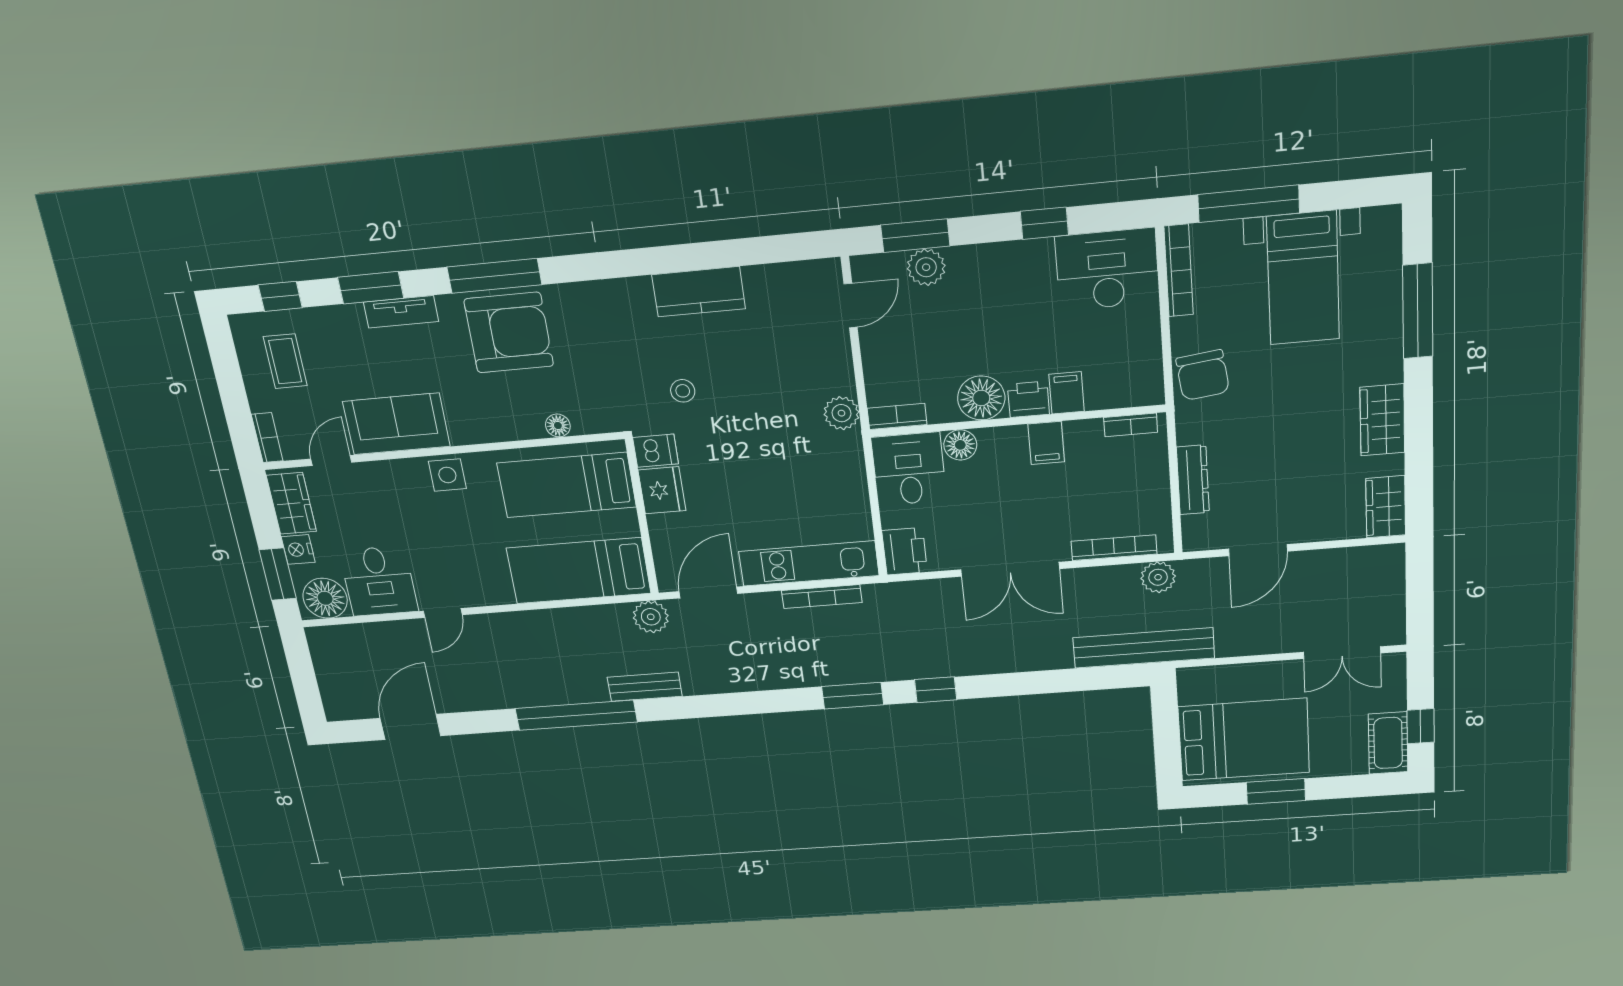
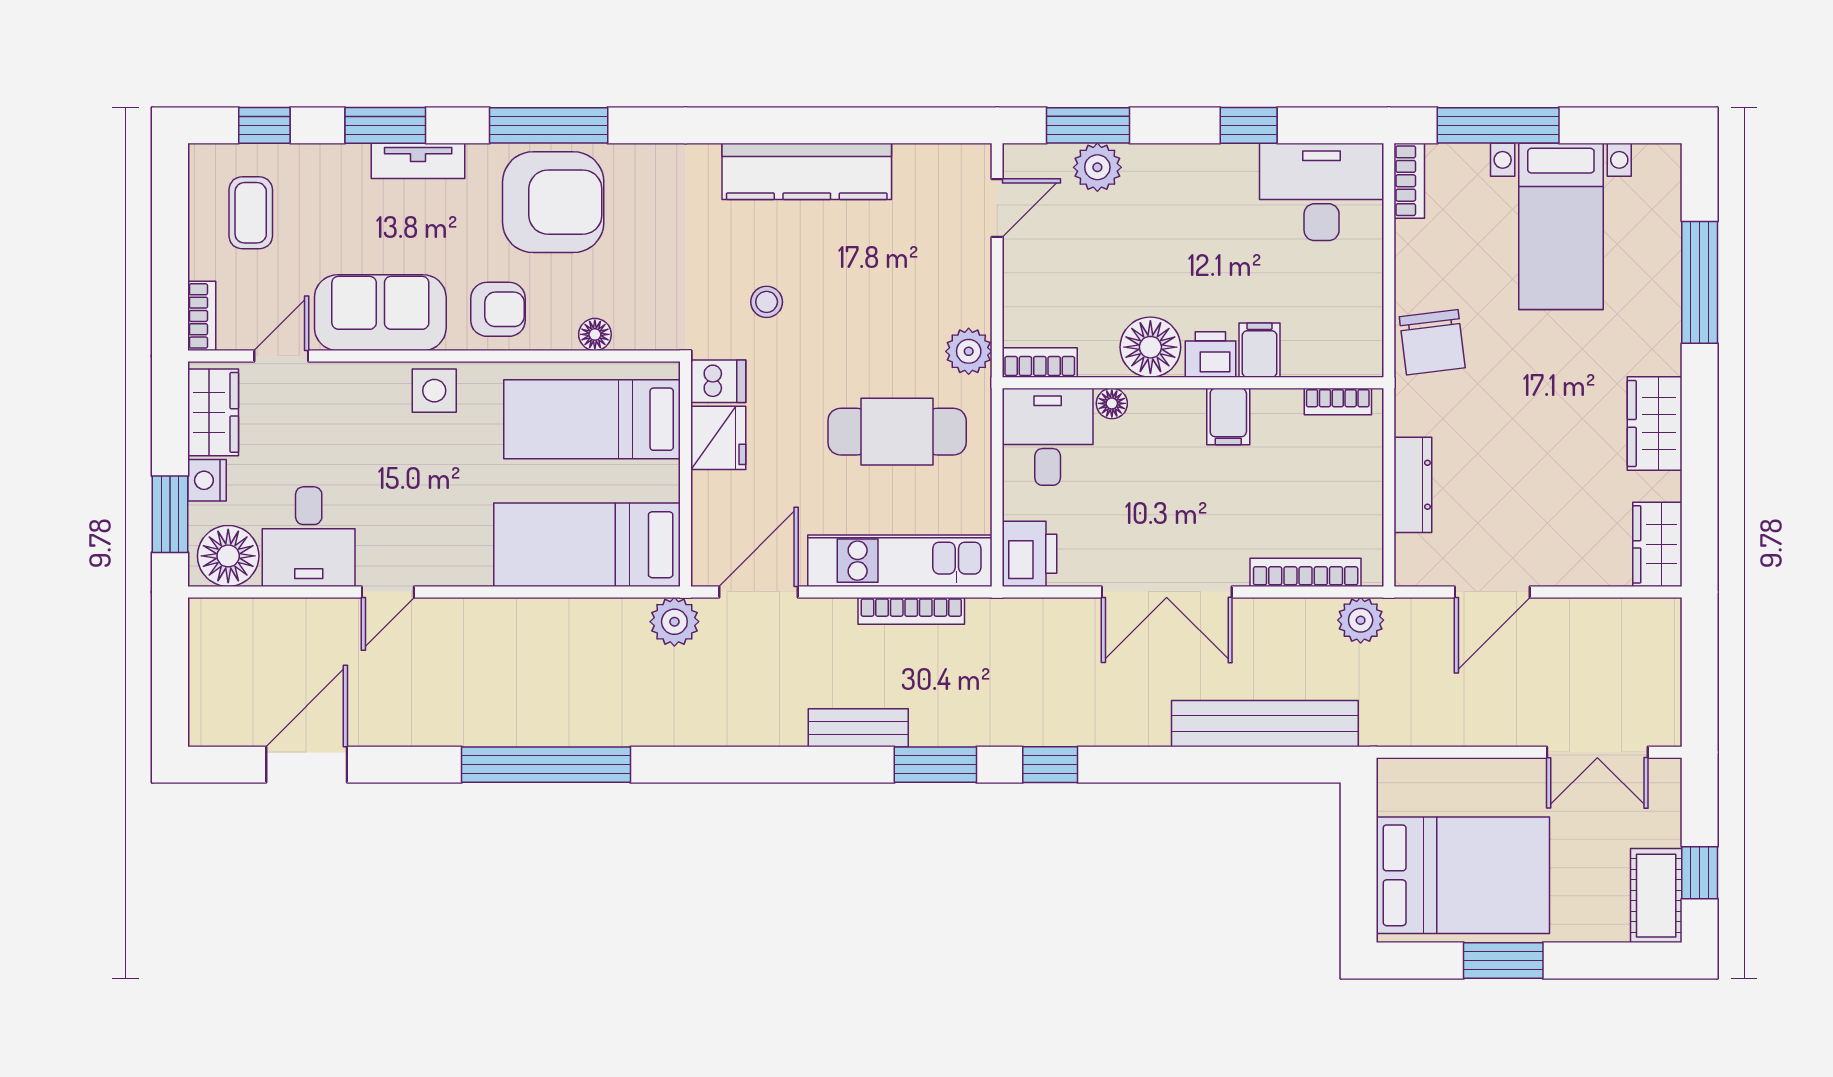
bookcase: (1179, 271) -> (1409, 181), width x0.64
kitchen counter: (699, 292) -> (807, 171), width x1.50
armchair: (483, 414) -> (498, 309), added
floor lamp: (960, 445) -> (1112, 403), width x0.73, depth x0.73
cafe table: (795, 475) -> (897, 432), added
bench: (1144, 648) -> (1265, 724), moved
bench: (645, 687) -> (858, 728), moved

